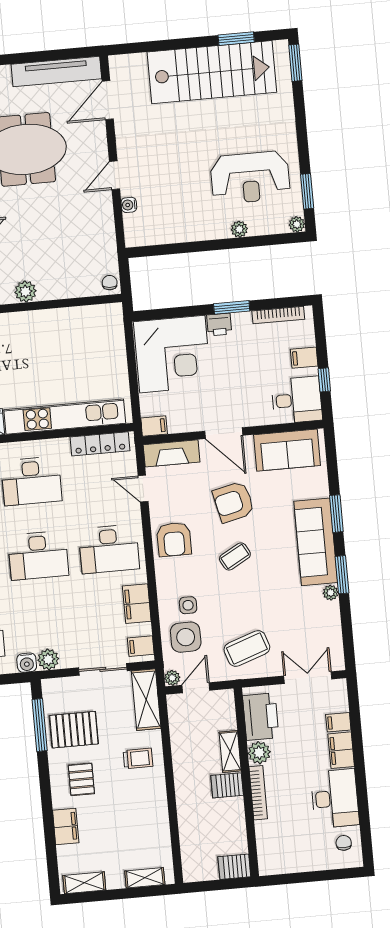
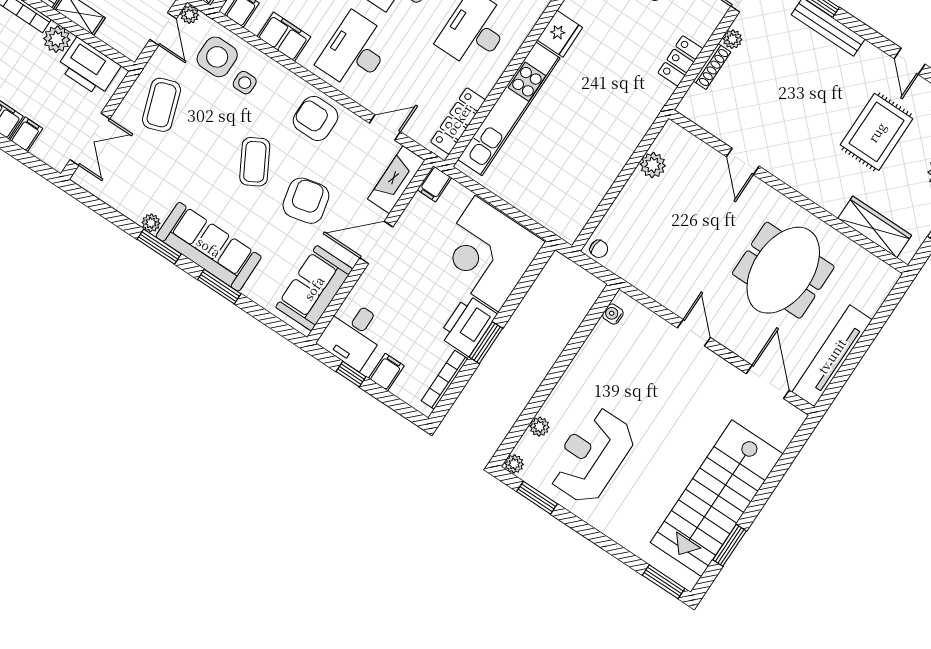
water cooler: (129, 205) -> (613, 314), moved, turned -90
plant: (239, 229) -> (539, 427), moved
printer: (219, 324) -> (468, 325), width x1.87, depth x1.48
coffee table: (235, 556) -> (255, 162), width x1.36, depth x1.30

